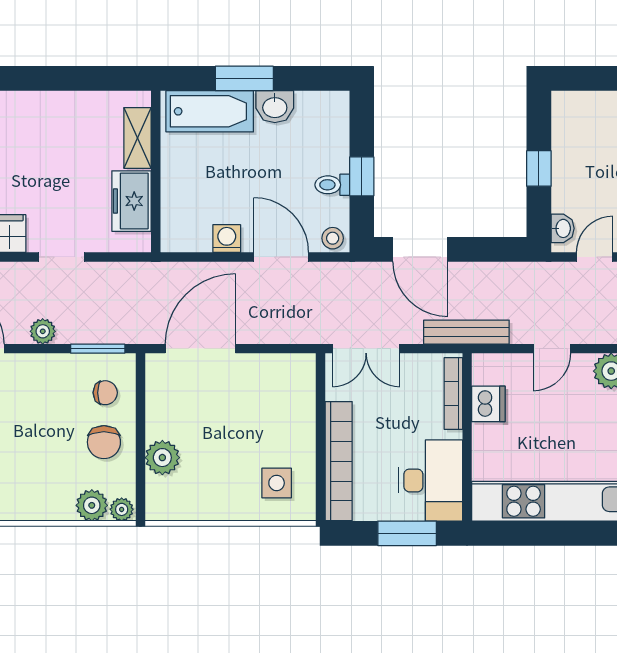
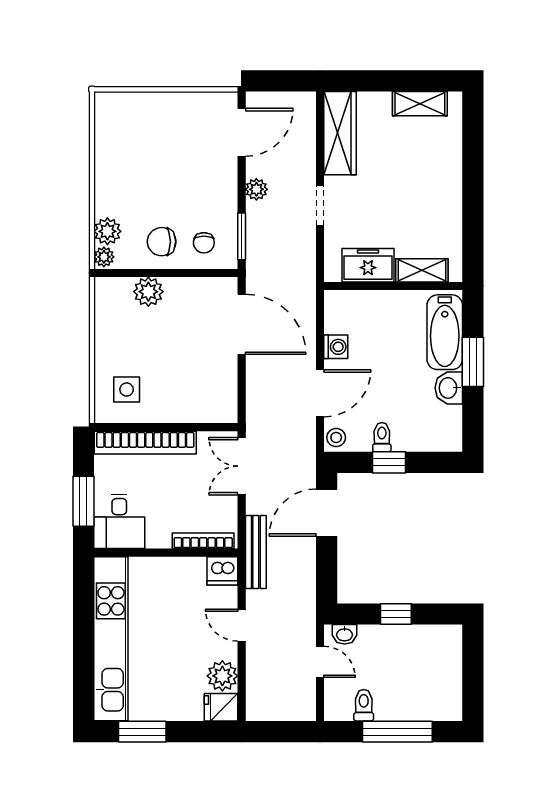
dishwasher: (488, 404) -> (222, 571), moved
desk: (431, 480) -> (119, 521), width x0.73

